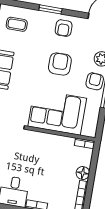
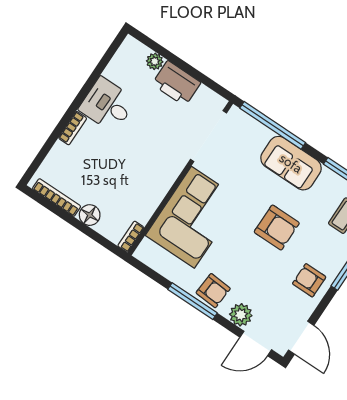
armchair: (60, 64) -> (277, 228), moved

